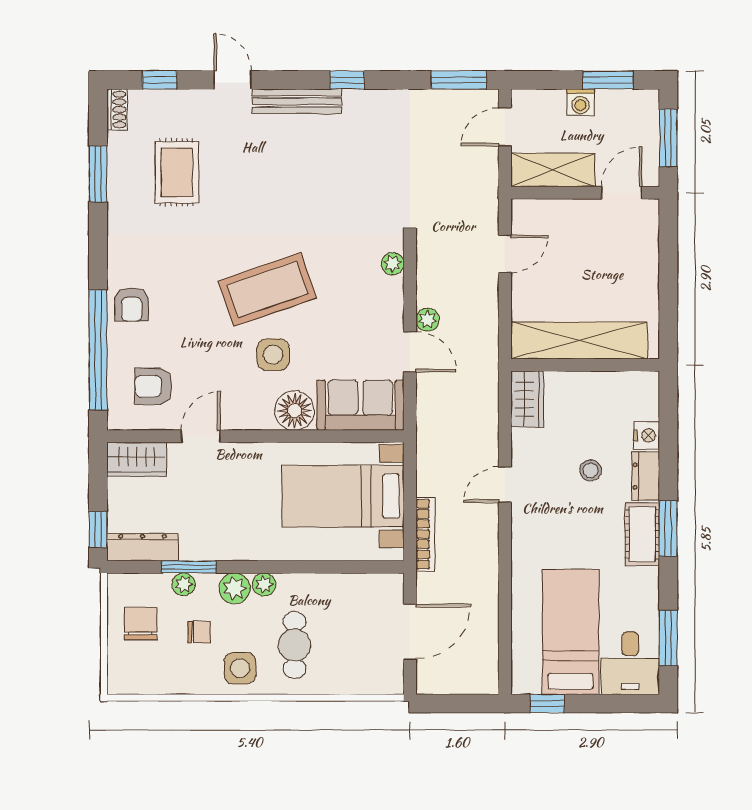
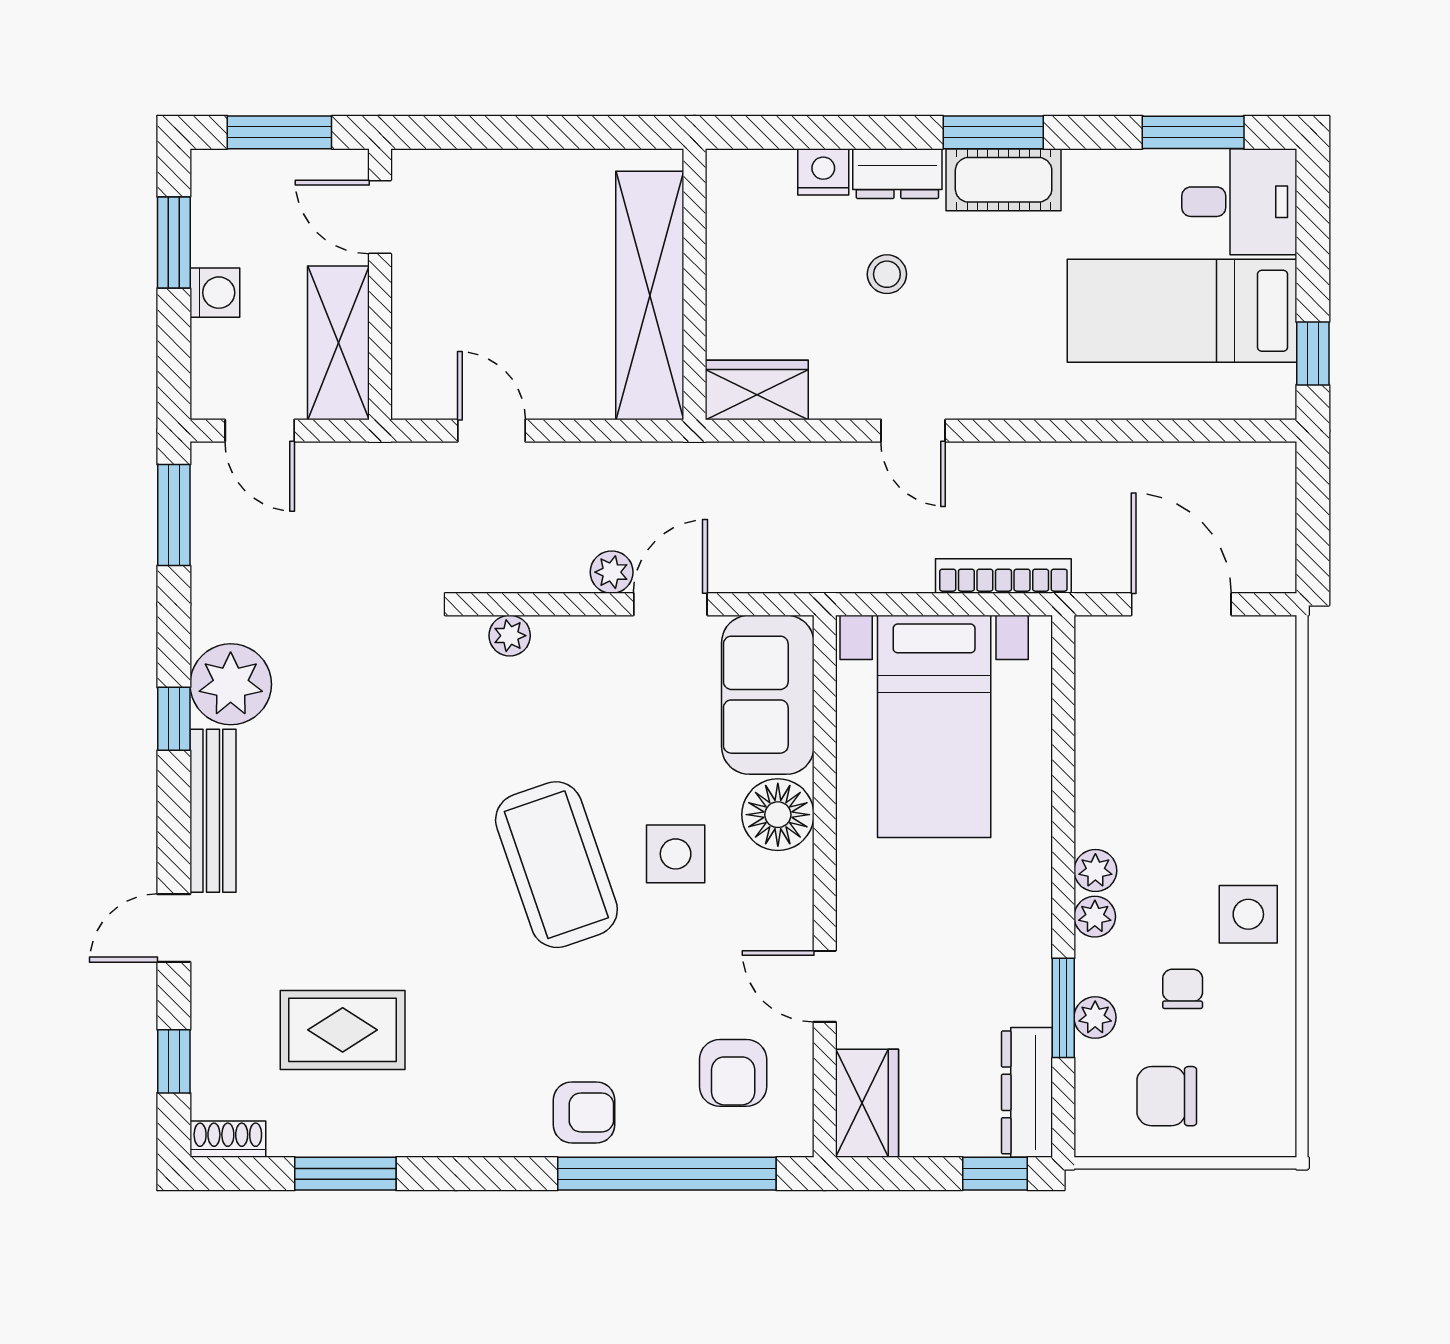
plant: (366, 111) -> (231, 684), added
plant: (235, 588) -> (1095, 917), width x0.73, depth x0.73
cafe table: (295, 645) -> (1206, 815), removed

